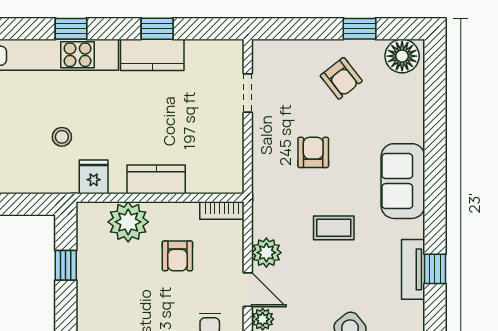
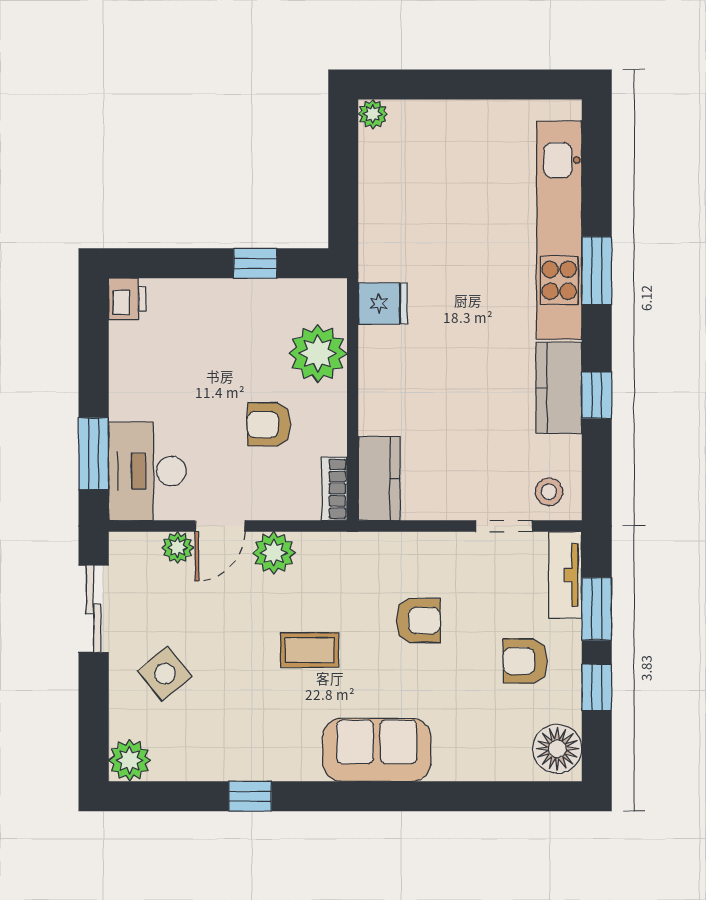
window: (71, 29) -> (597, 271), width x1.50
window: (305, 29) -> (597, 609), added
armchair: (341, 78) -> (525, 661), turned 38
stool: (62, 137) -> (549, 492), moved
kitchen counter: (156, 179) -> (379, 479), moved
coffee table: (334, 228) -> (309, 650), turned 90
tv unit: (413, 269) -> (565, 575), moved, turned -90

